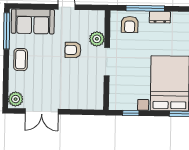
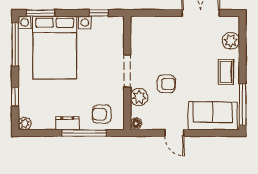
floor lamp: (100, 16) -> (136, 123), added
armchair: (130, 25) -> (102, 114), turned -90
plant: (16, 99) -> (231, 41), moved

